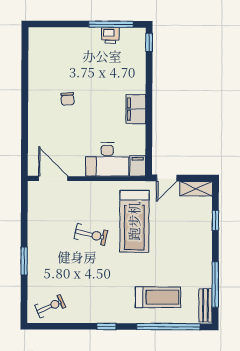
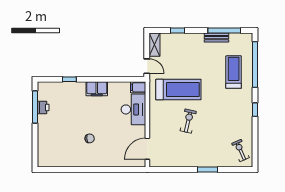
window: (149, 42) -> (69, 79), moved
bench: (205, 305) -> (216, 38), moved

